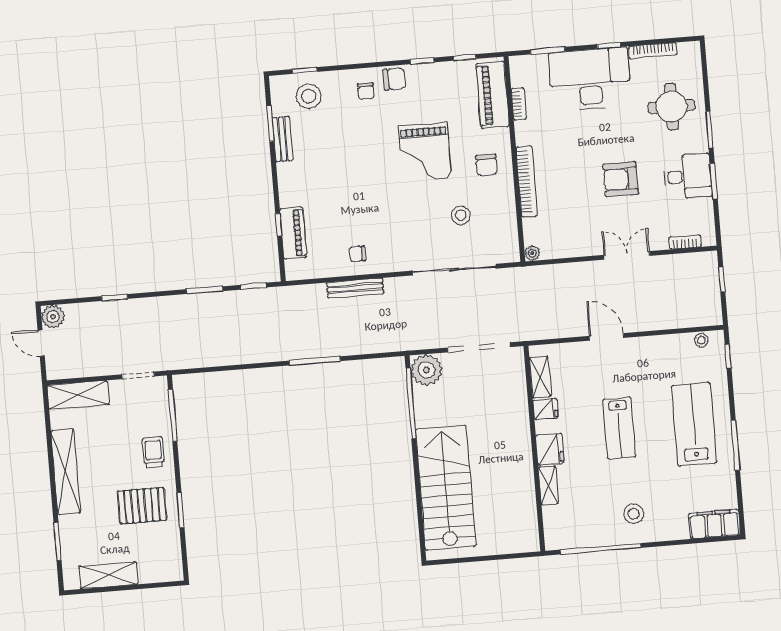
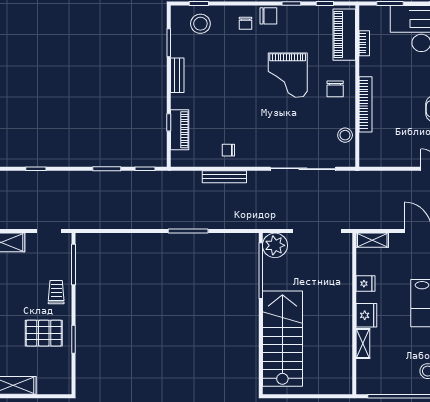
bench: (283, 139) -> (177, 75), moved
stool: (461, 215) -> (345, 135), moved
plant: (532, 253) -> (365, 161), removed
shelving: (540, 377) -> (372, 240), moved, turned 90

